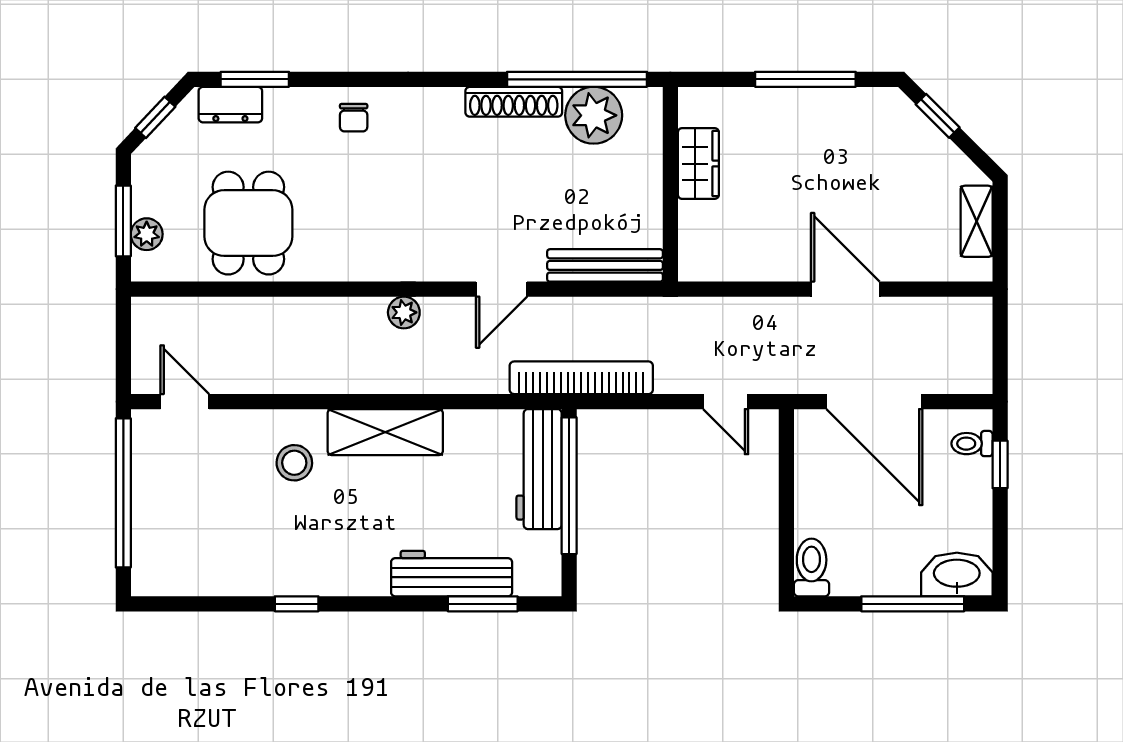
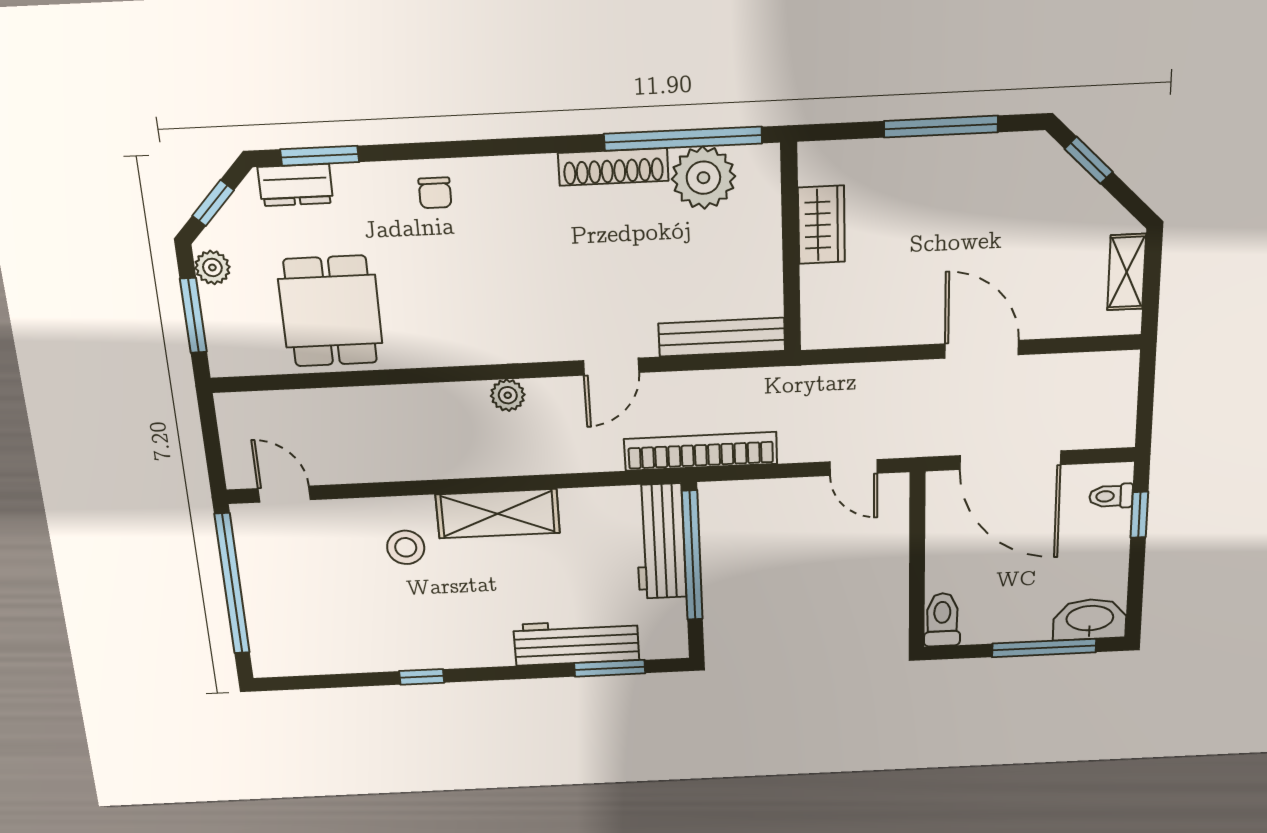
plant: (147, 234) -> (212, 267), moved

